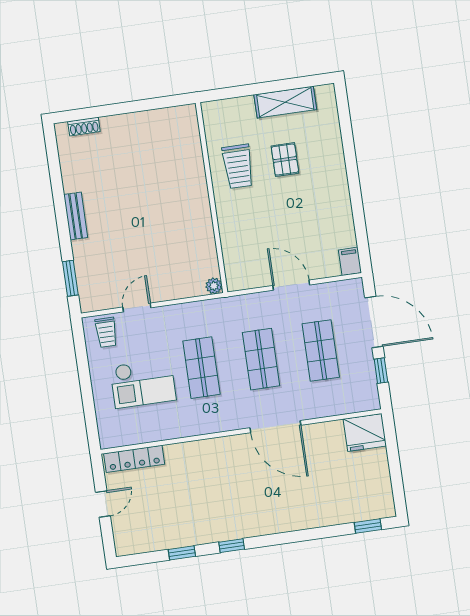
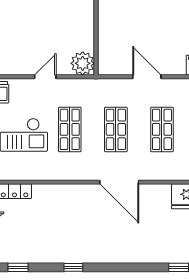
plant: (214, 286) -> (83, 63), width x1.88, depth x1.88
door: (137, 307) -> (45, 77), moved
window: (182, 553) -> (18, 267), moved

